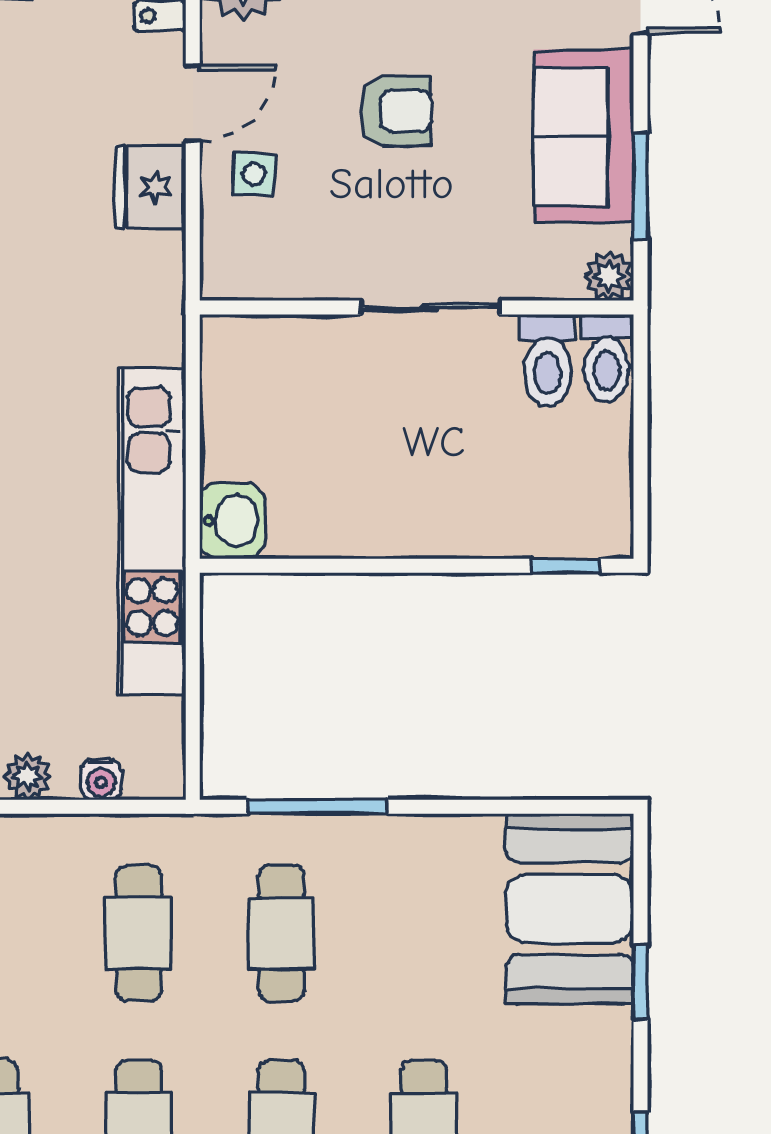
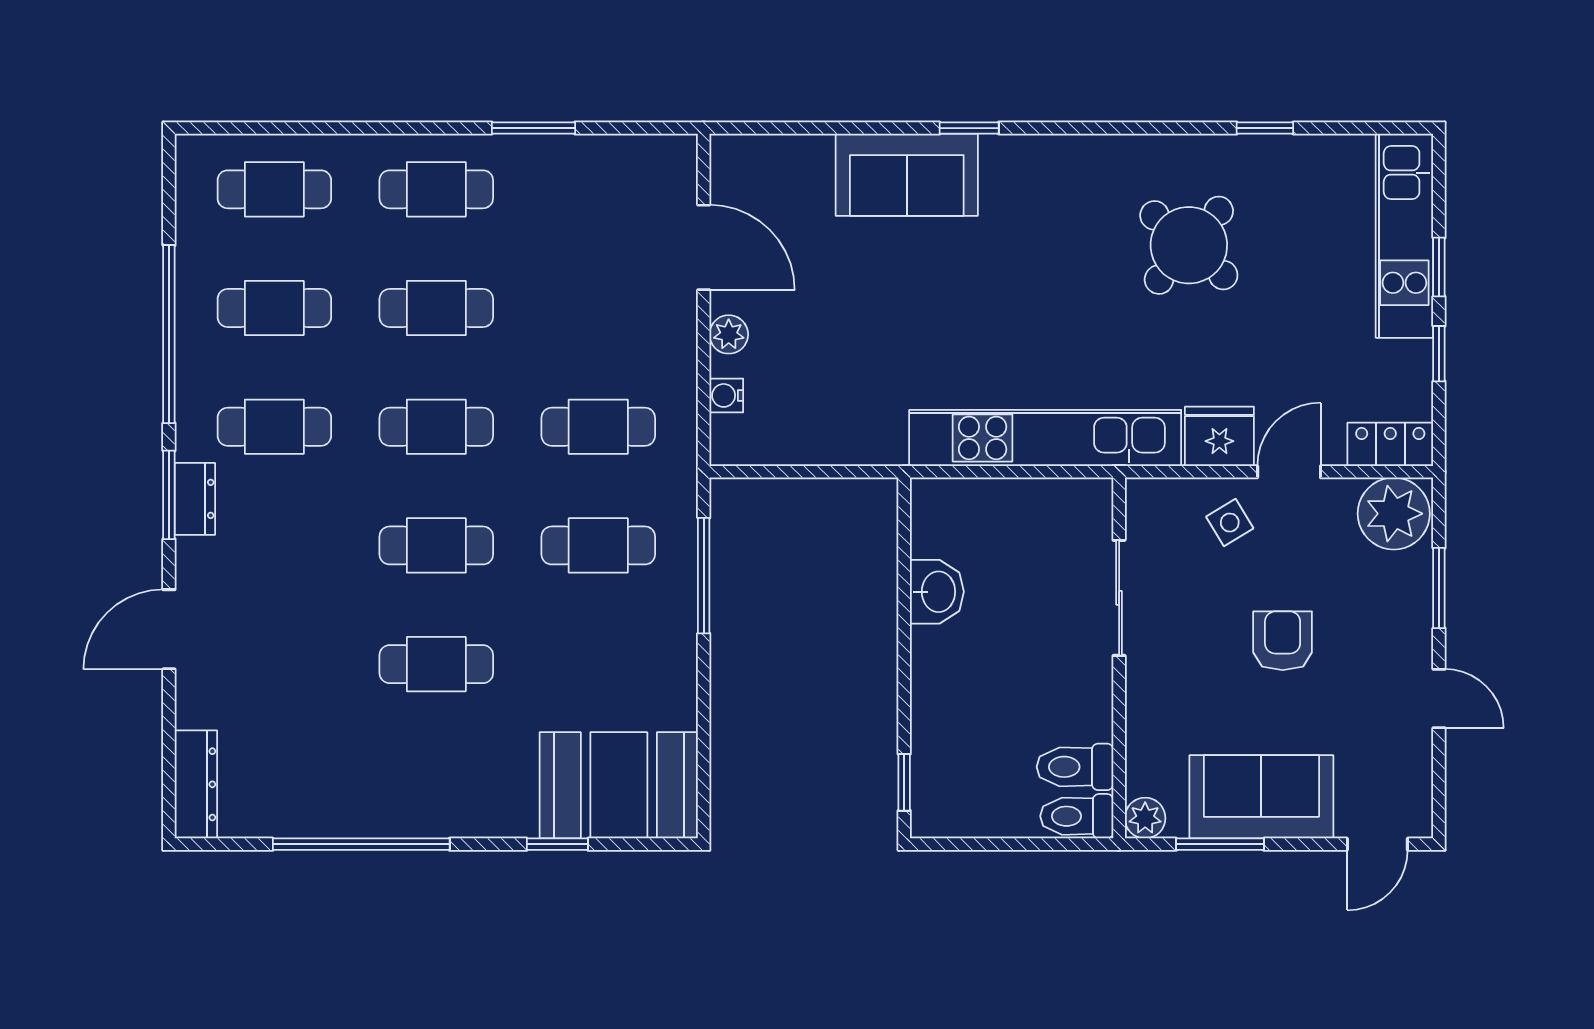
door: (193, 103) -> (1289, 472), swing flipped
armchair: (396, 111) -> (1283, 641), turned 180
side table: (254, 174) -> (1230, 523), turned -35
sliding door: (430, 307) -> (1119, 598), moved
washbasin: (232, 521) -> (937, 592), moved, turned -90
kitchen unit: (152, 532) -> (1045, 438), moved

